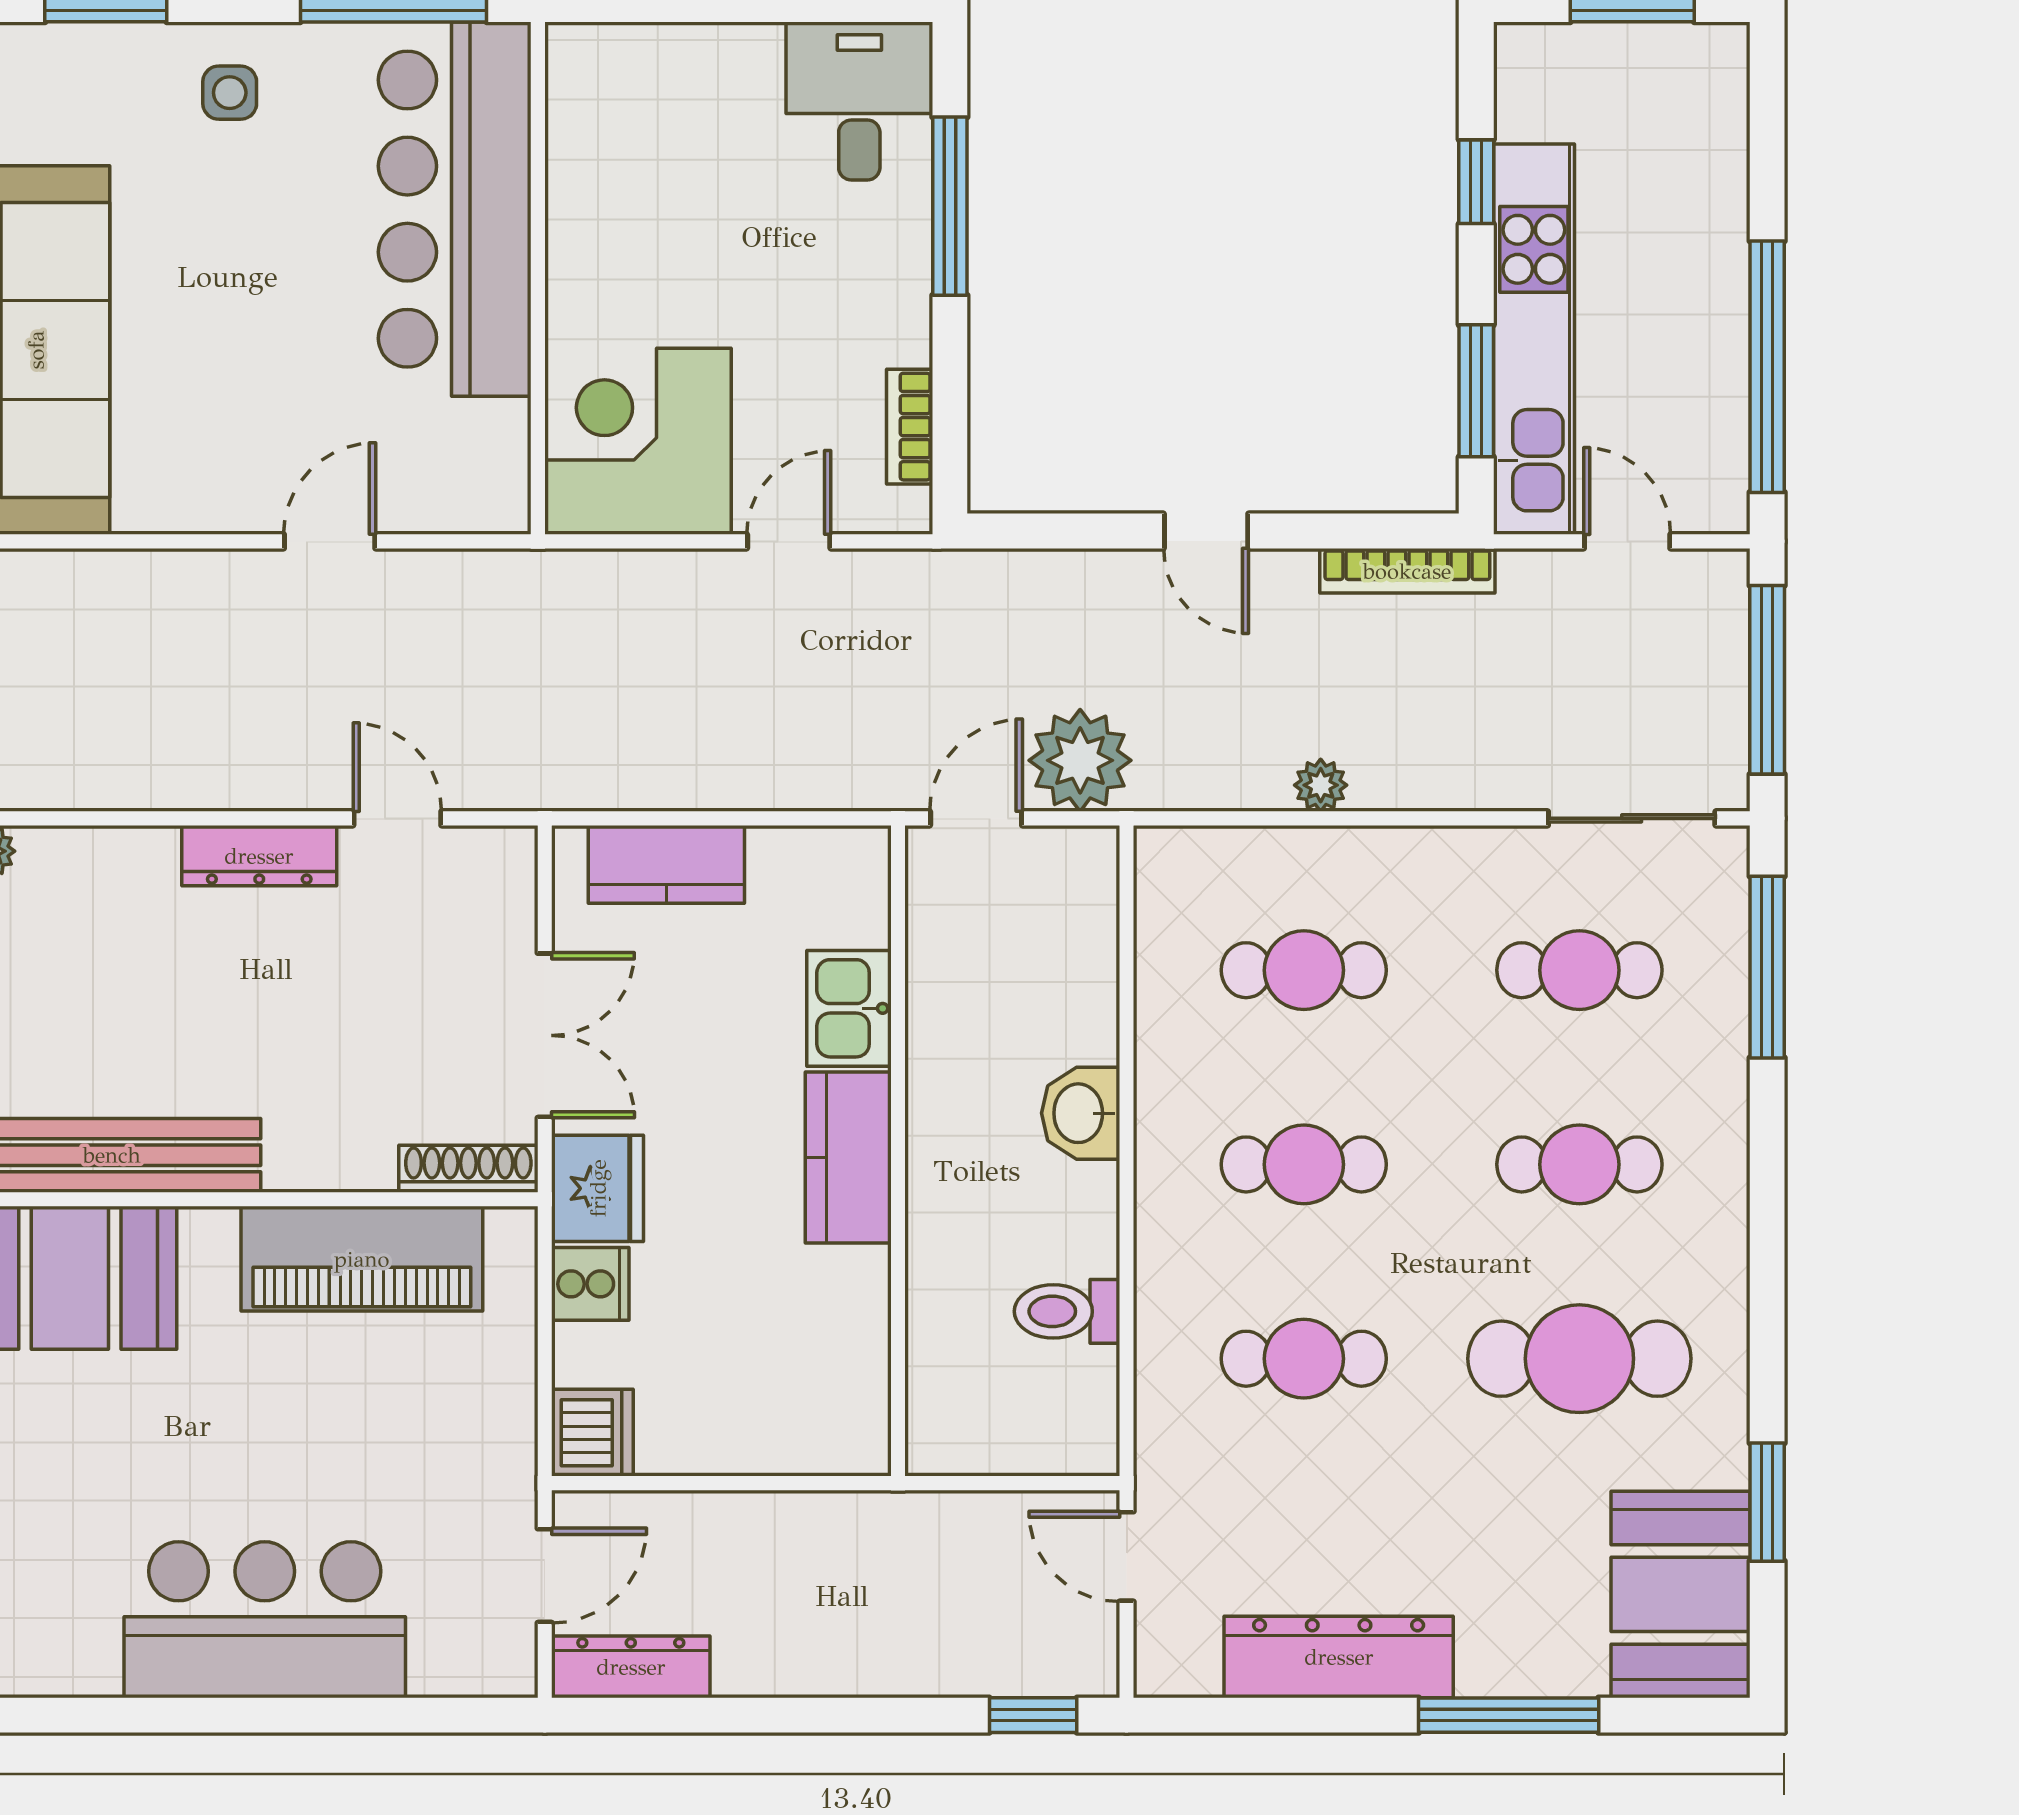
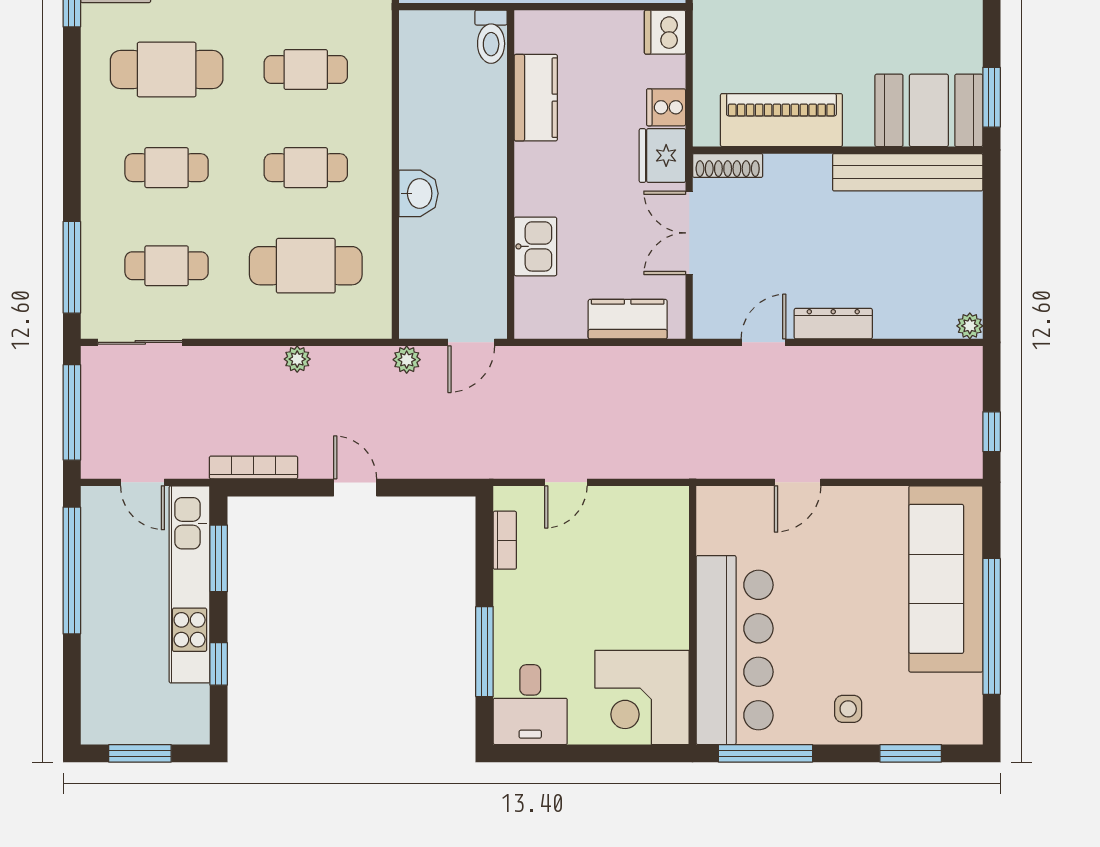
corner desk: (638, 441) -> (642, 697), moved, turned 90
plant: (1080, 760) -> (407, 360), width x0.53, depth x0.53
door: (397, 818) -> (764, 342), swing flipped
cafe table: (1304, 970) -> (306, 266), width x1.37, depth x1.35
kitchen counter: (848, 1158) -> (536, 98), moved
toilet: (1067, 1311) -> (491, 37), moved, turned 90

